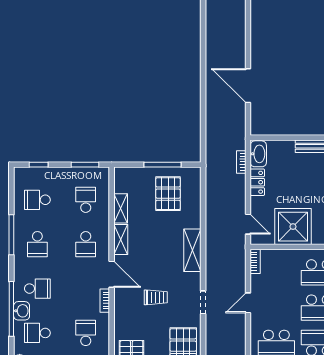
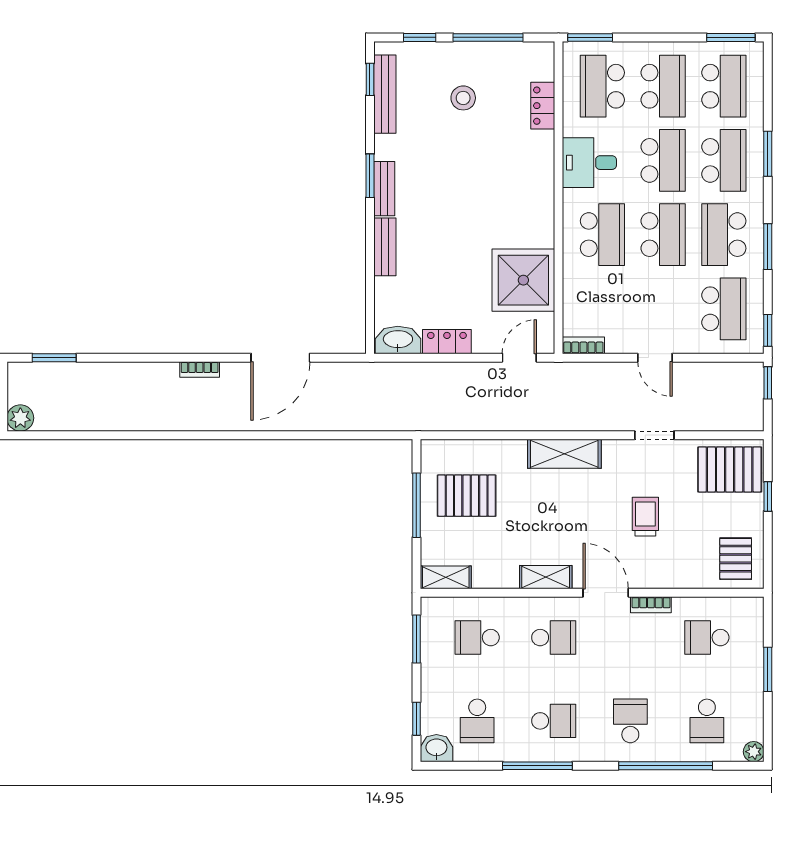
bookcase: (241, 162) -> (200, 369), moved
shelving: (121, 208) -> (446, 577), moved
door: (112, 274) -> (606, 593), hinge flipped
washbasin: (22, 311) -> (436, 748), moved

